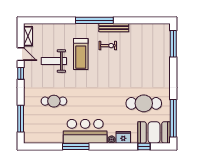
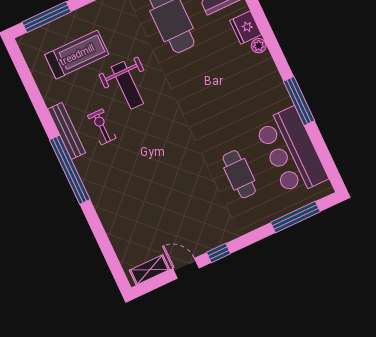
door: (21, 54) -> (186, 268), hinge flipped
treadmill: (81, 54) -> (77, 55), moved
weight bench: (54, 61) -> (127, 85), moved
bar counter: (85, 131) -> (291, 152), moved

